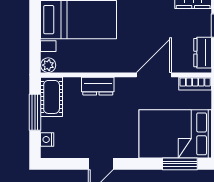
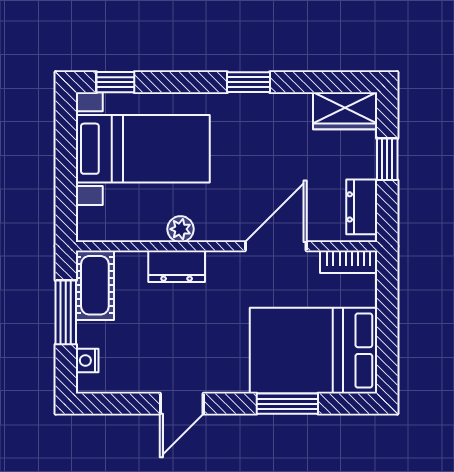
plant: (48, 65) -> (181, 229), moved
window: (180, 164) -> (287, 404), moved

